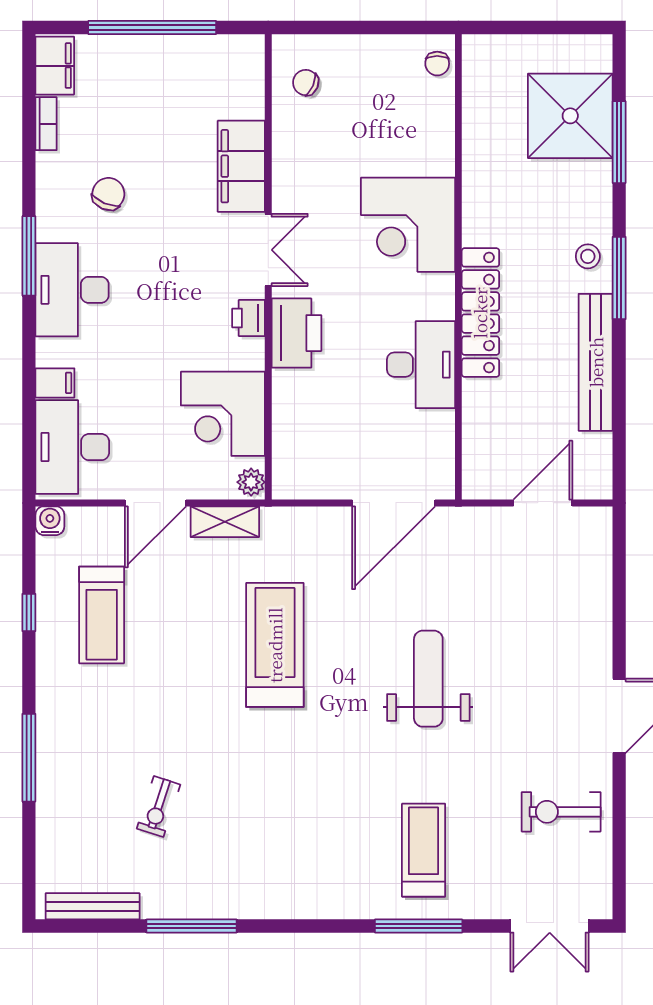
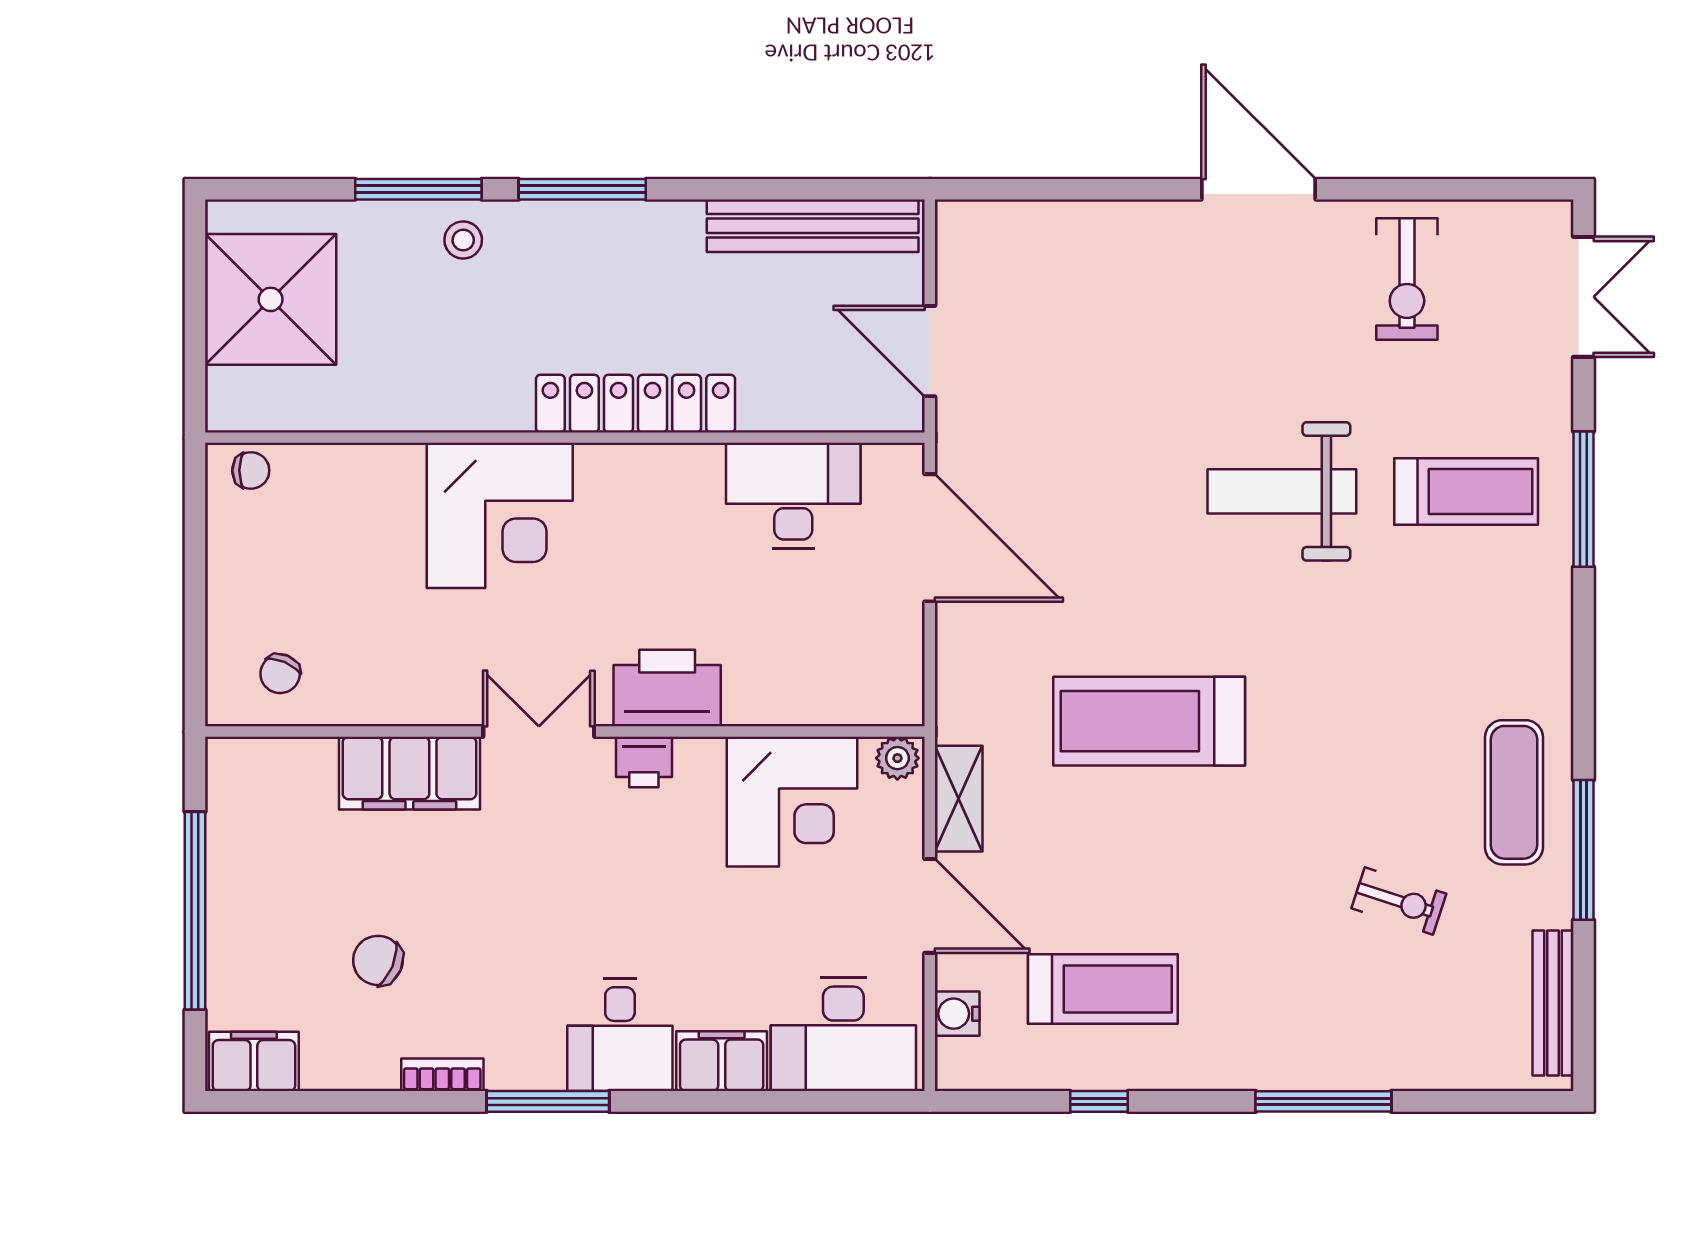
shower: (570, 116) -> (271, 299), moved
bookcase: (46, 124) -> (442, 1075), moved
window: (619, 142) -> (418, 189), moved
chair: (108, 194) -> (378, 960), moved
stool: (588, 256) -> (463, 240), moved
desk: (72, 290) -> (620, 1035), width x0.73
bench: (596, 362) -> (813, 226), moved
desk: (421, 365) -> (793, 495), moved
filing cabinet: (55, 383) -> (722, 1061), width x2.00
door: (543, 503) -> (930, 351), moved
water cooler: (50, 521) -> (957, 1014), moved
weight bench: (428, 679) -> (1282, 491), moved
treadmill: (424, 850) -> (1466, 492), turned 180
exercise mat: (229, 881) -> (1514, 792), added

